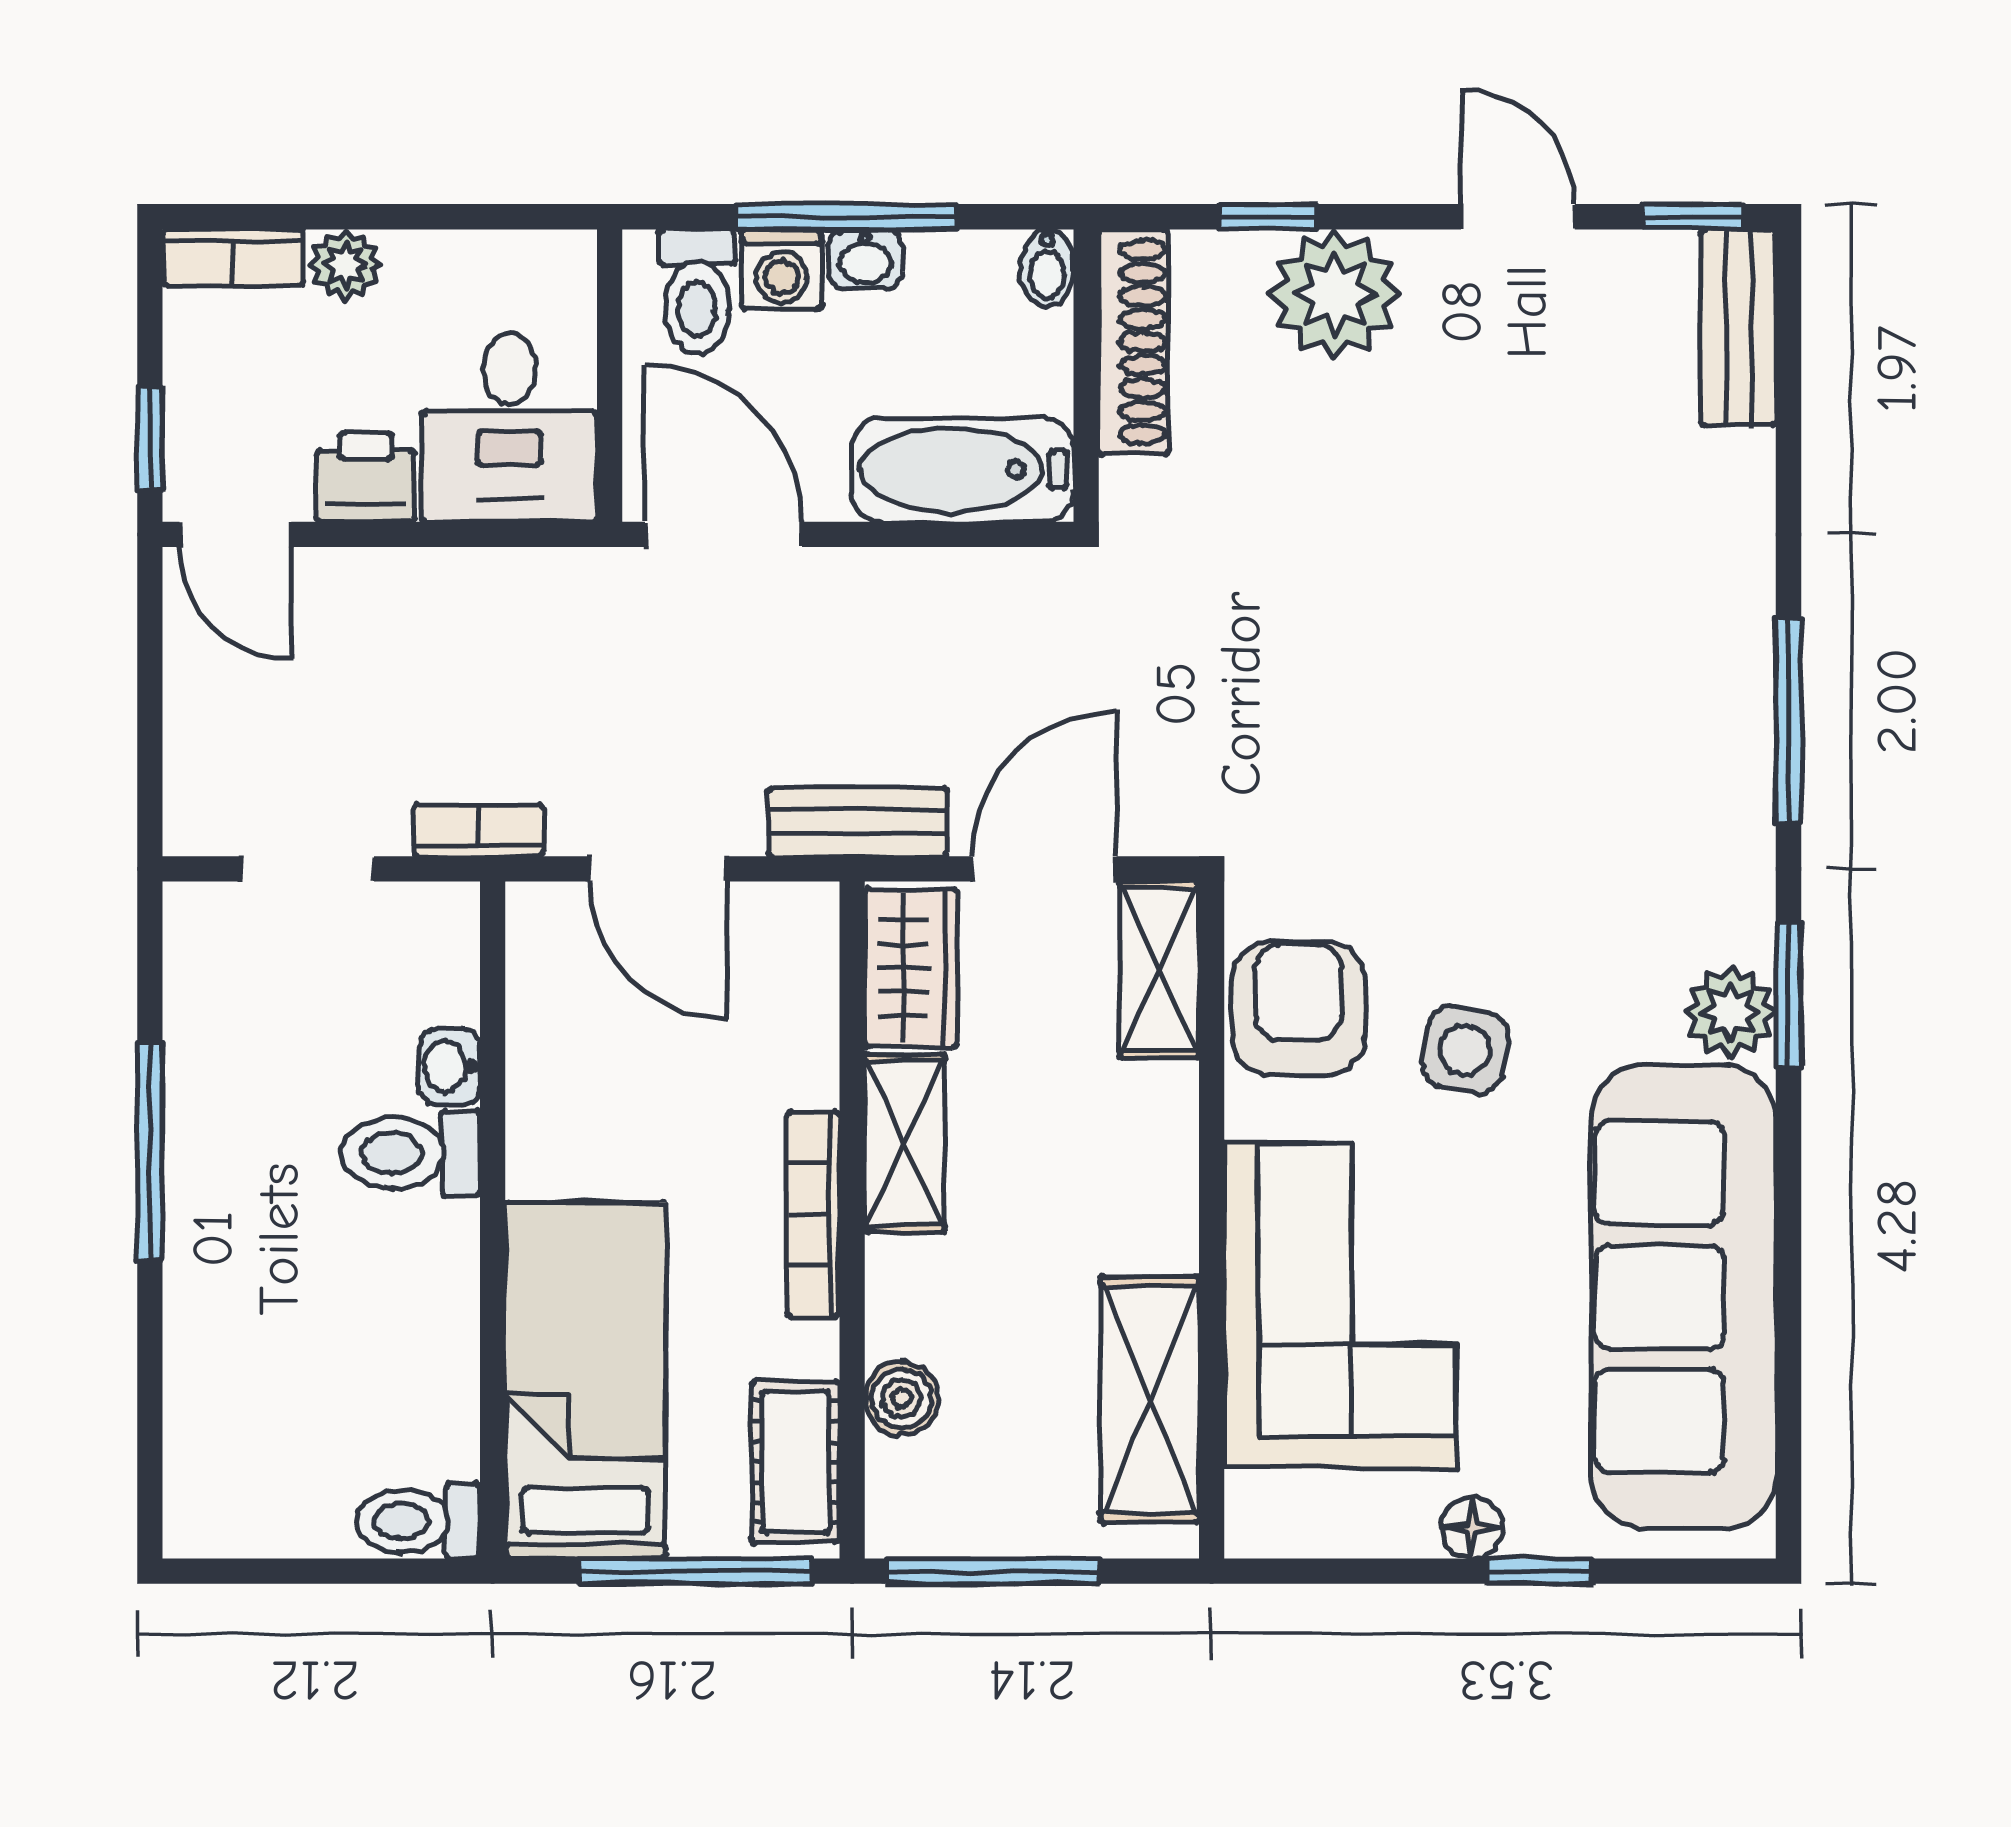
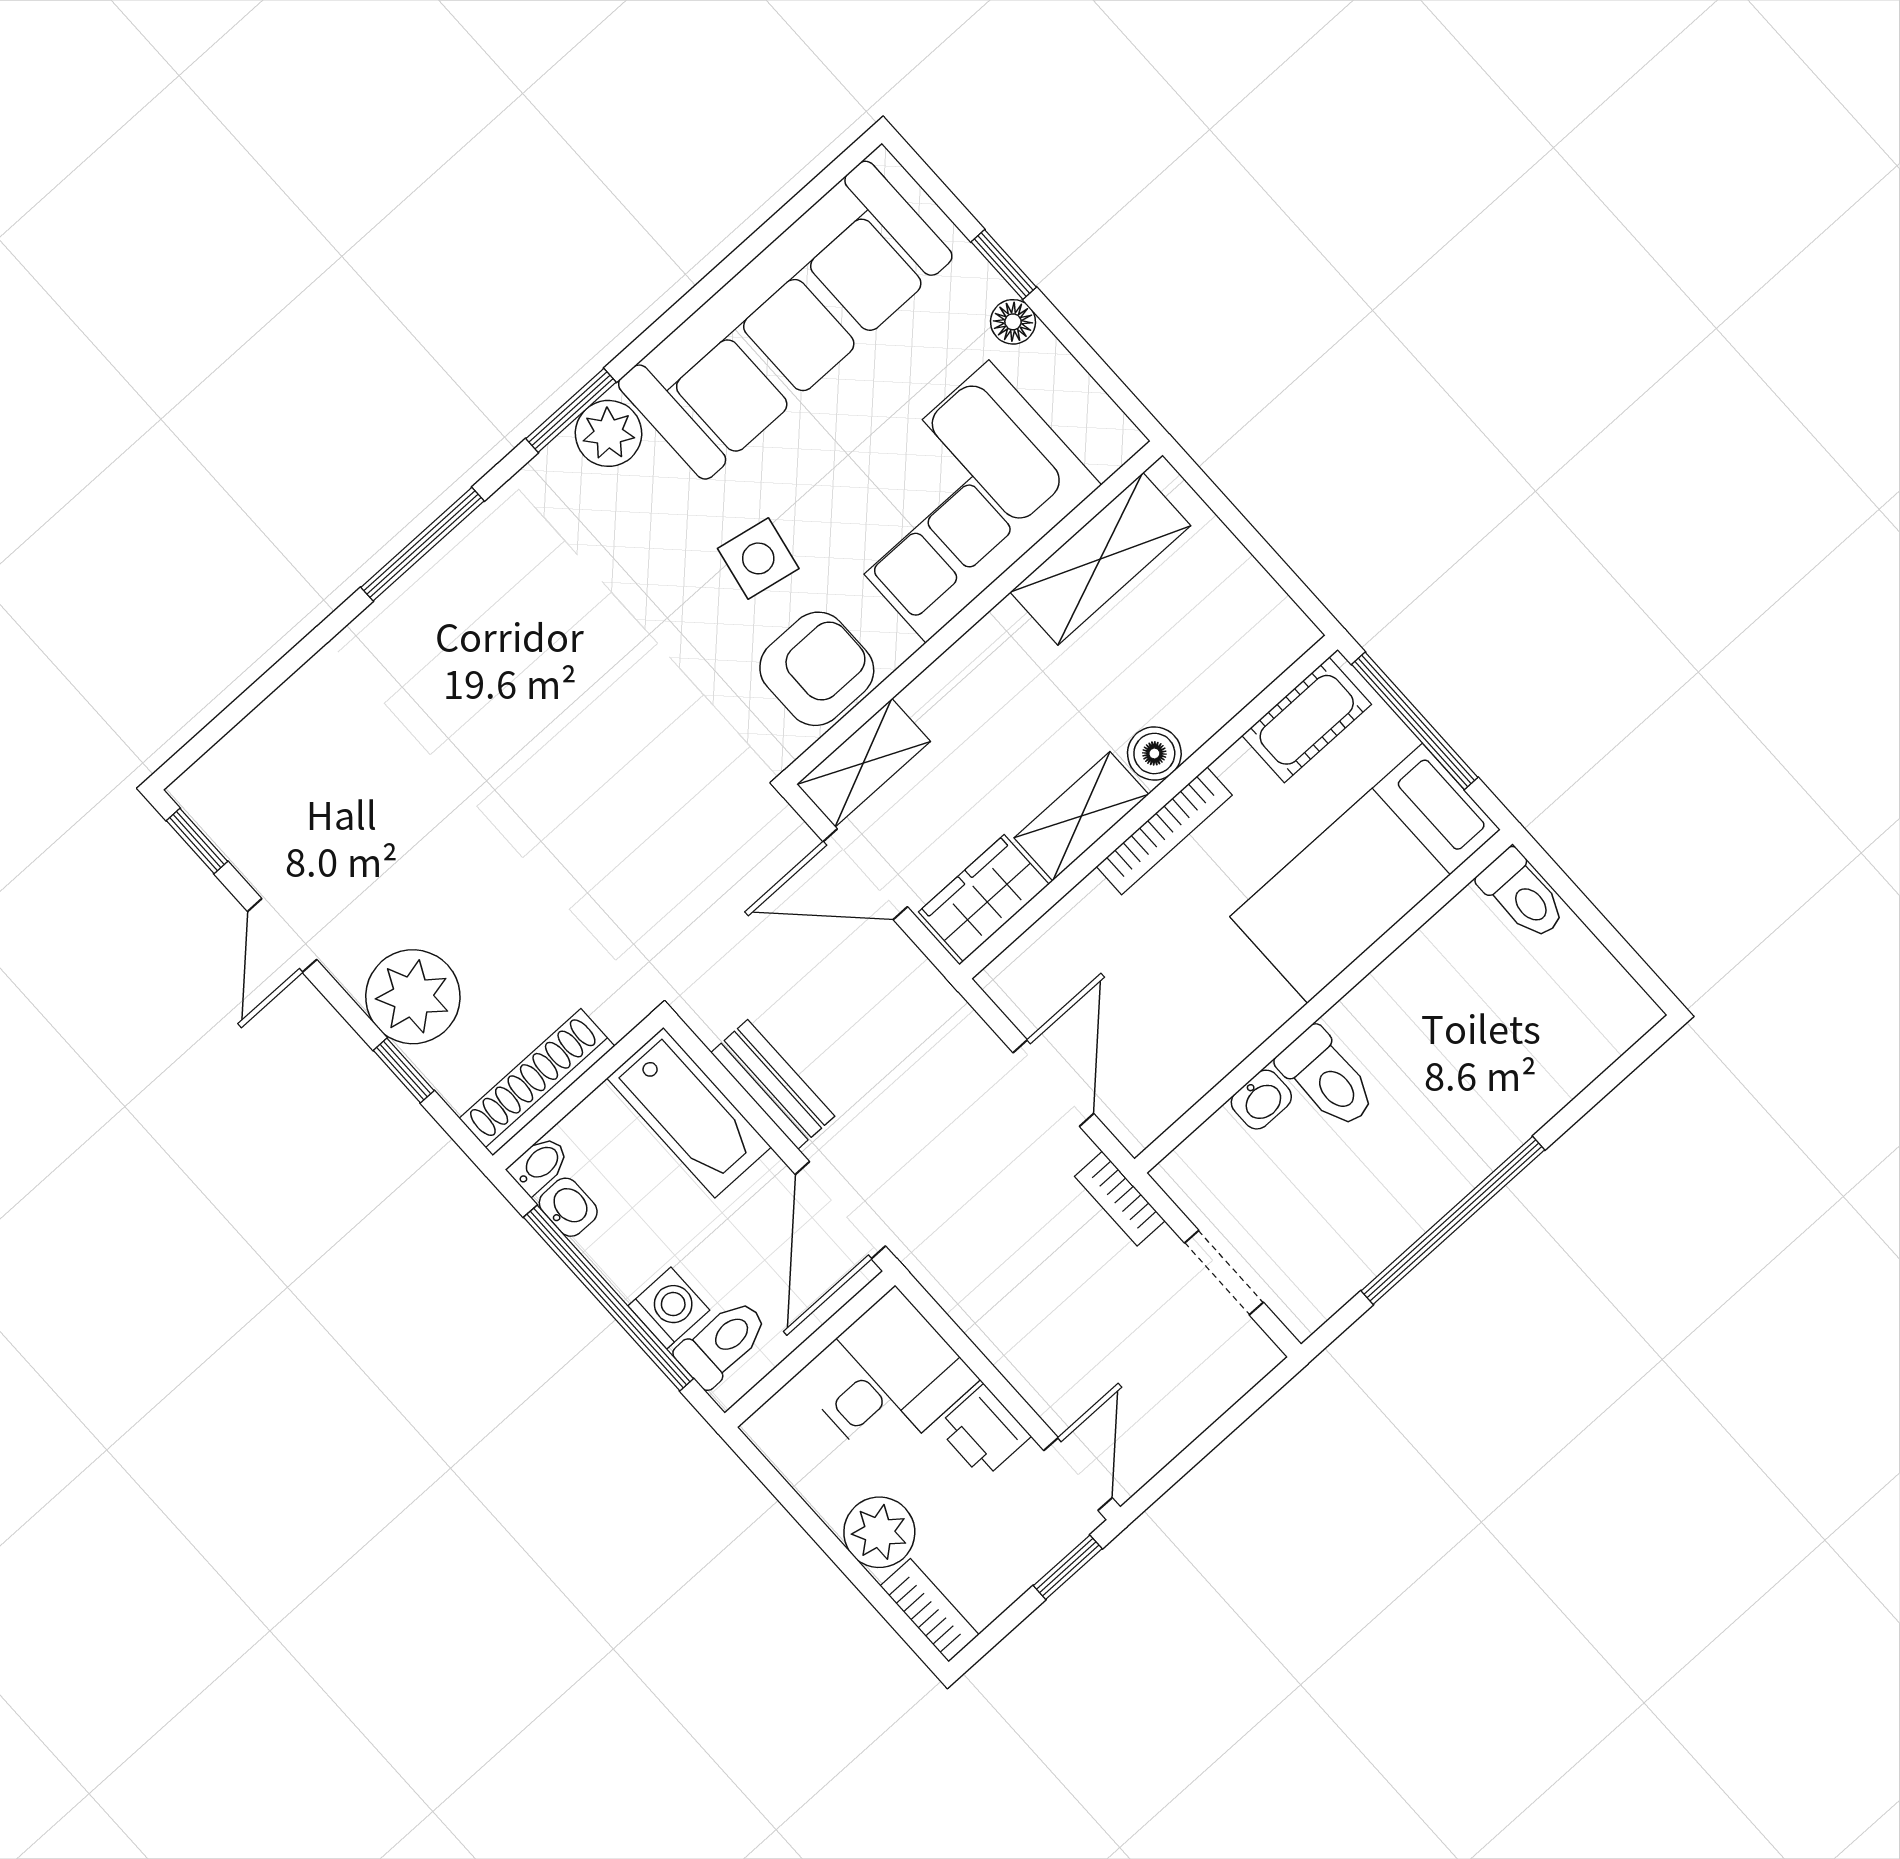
window: (847, 217) -> (608, 1298), width x1.46
washbasin: (865, 259) -> (568, 1207), moved
plant: (345, 265) -> (879, 1532), width x1.38, depth x1.38
bench: (1738, 328) -> (235, 762), removed
bench: (858, 822) -> (773, 1084), moved
armchair: (1298, 1008) -> (817, 669), turned 180
window: (150, 1151) -> (1453, 1220), width x1.46
boiler: (901, 1398) -> (1154, 753), moved
window: (993, 1571) -> (1270, 560), removed

